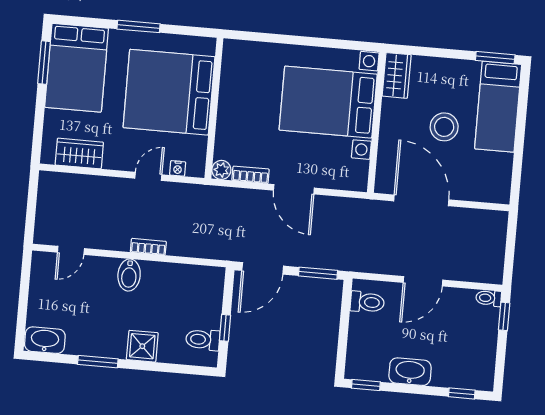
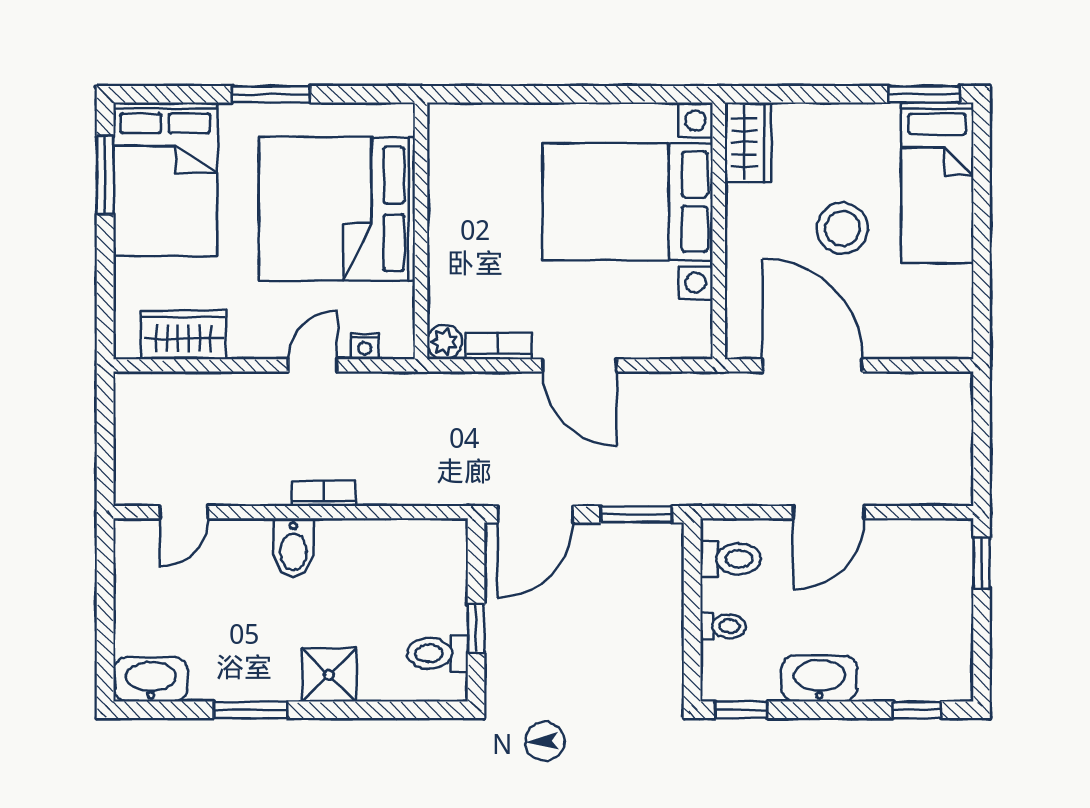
toilet: (489, 298) -> (723, 626), moved, turned 180

